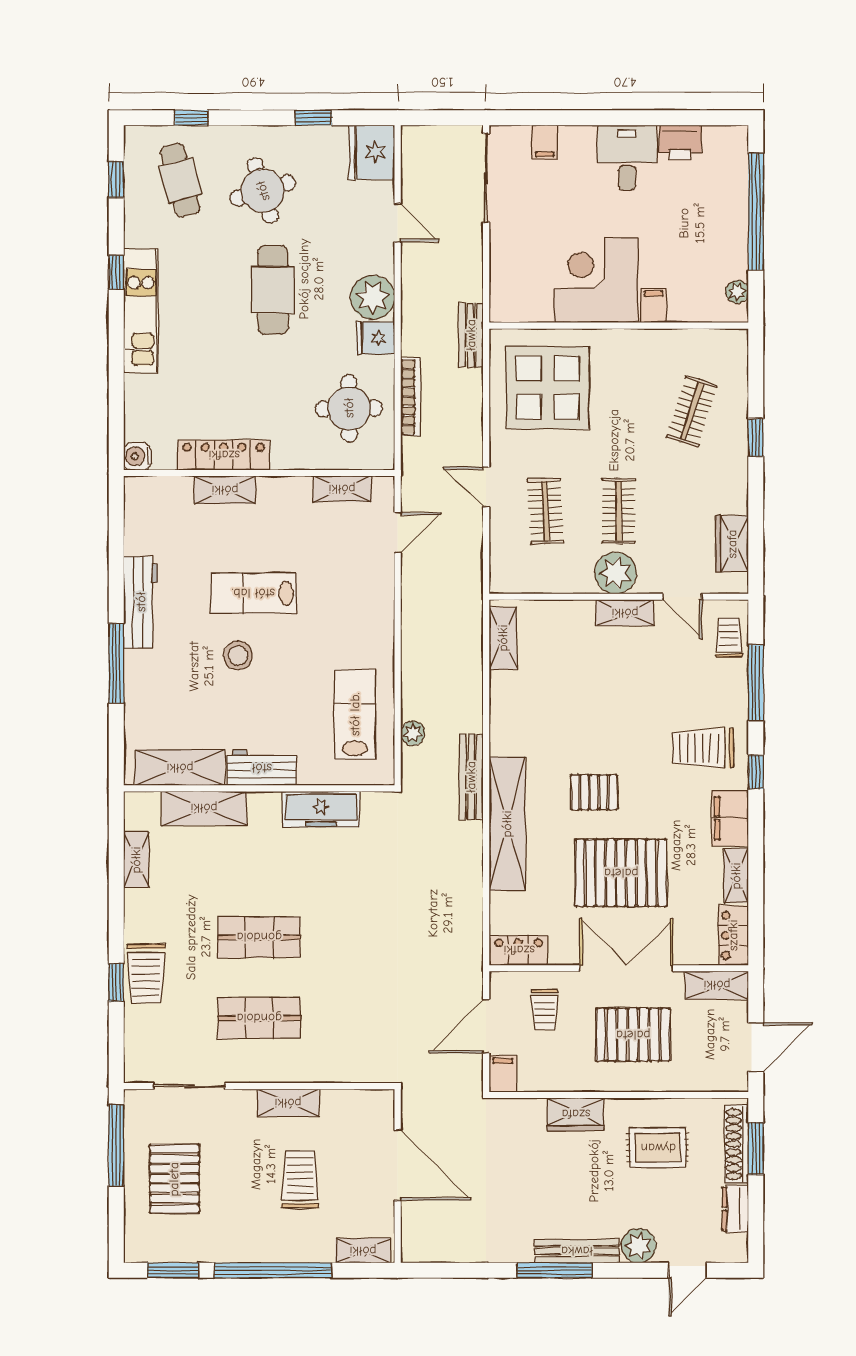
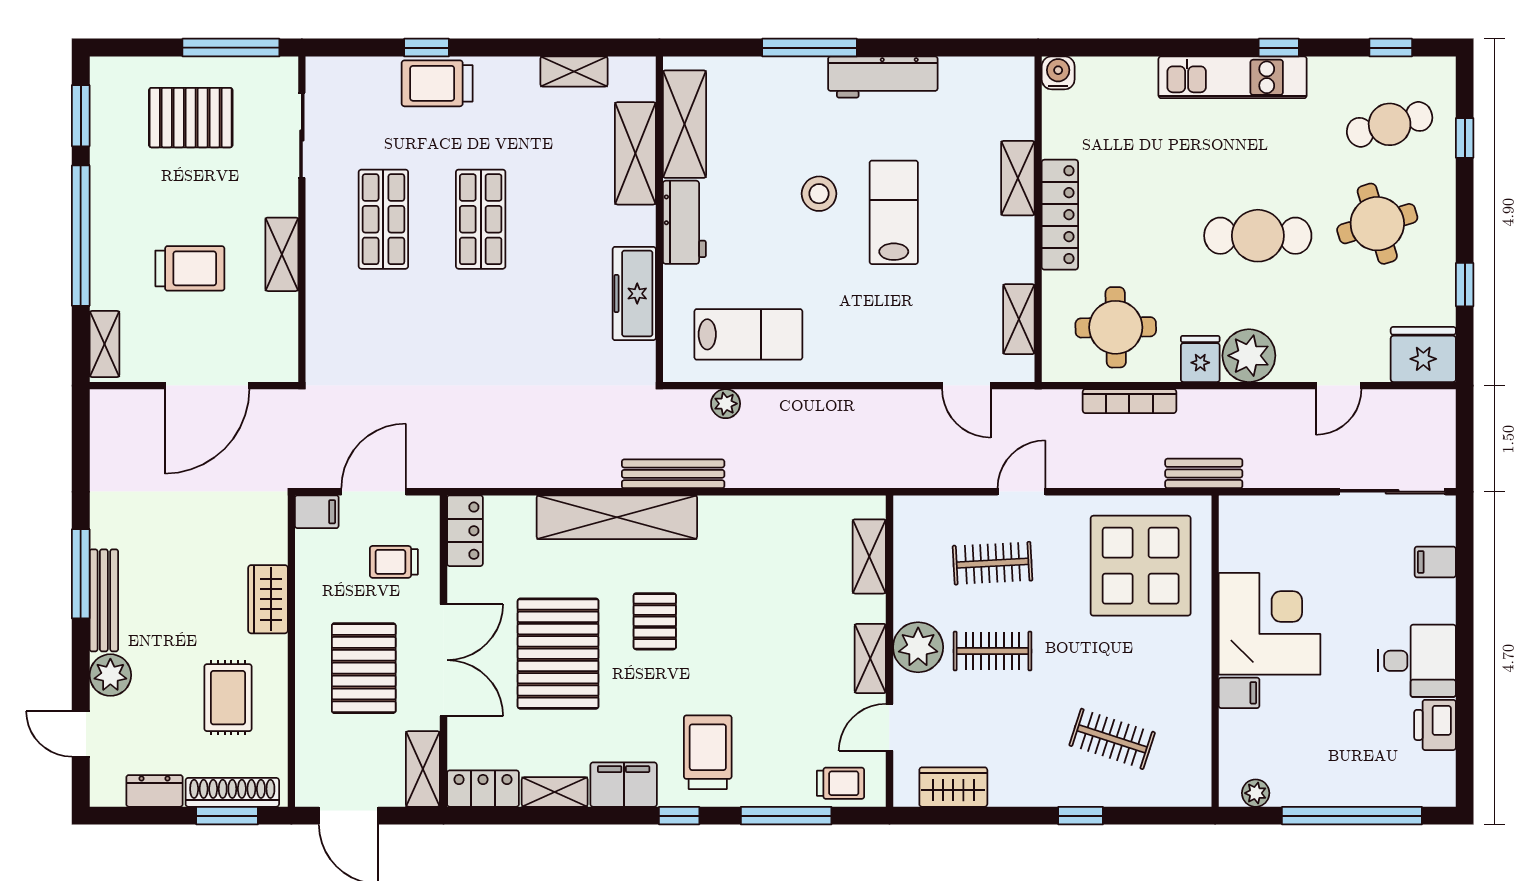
locker: (224, 455) -> (1060, 215), moved
shelving: (503, 638) -> (869, 556), moved, turned 90
door: (486, 1026) -> (374, 492), hinge flipped

